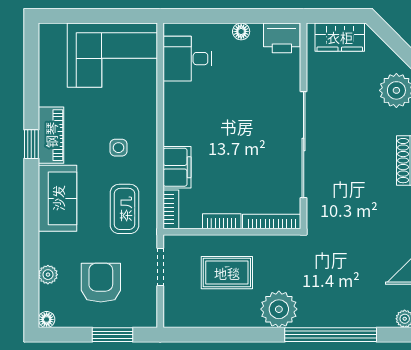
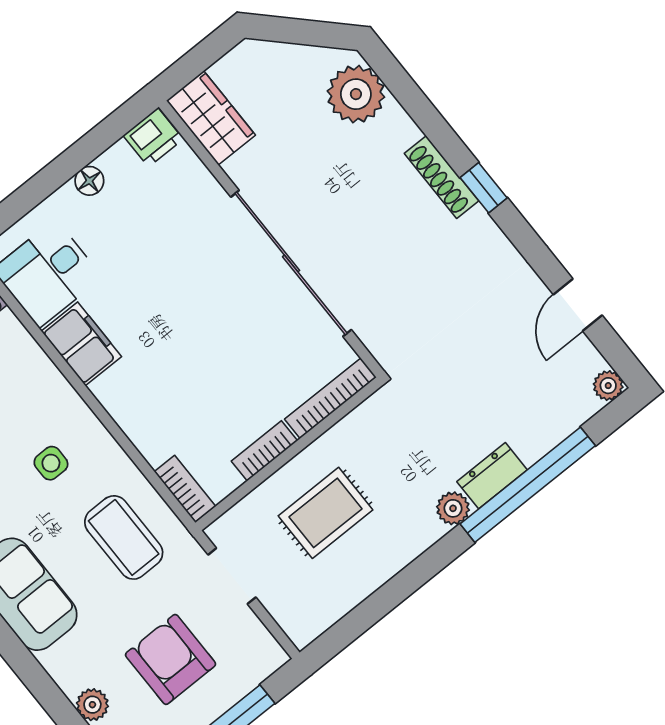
wardrobe: (340, 37) -> (211, 118), moved, turned -90
printer: (282, 38) -> (153, 137), width x0.73, depth x0.81
filing cabinet: (177, 167) -> (81, 344), moved
plant: (279, 309) -> (453, 508), width x0.53, depth x0.53
dresser: (318, 317) -> (492, 476), added

